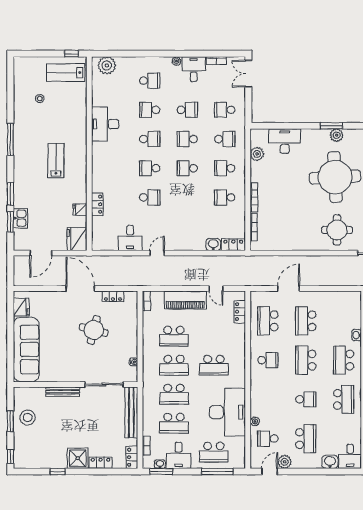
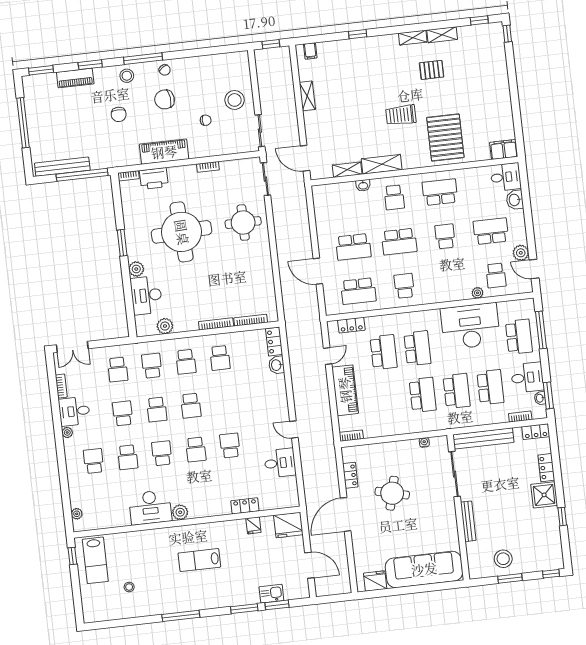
plant: (107, 65) -> (77, 514), width x0.53, depth x0.53
plant: (337, 135) -> (136, 269), moved
plant: (98, 149) -> (180, 512), added
school desk: (174, 336) -> (384, 352), moved
school desk: (344, 360) -> (394, 197), width x0.54

